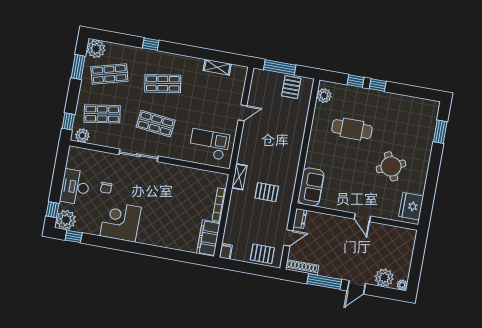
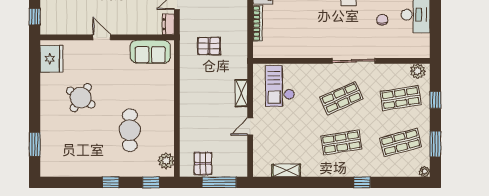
plant: (96, 49) -> (424, 171), width x0.53, depth x0.53
window: (355, 81) -> (151, 182), moved
window: (68, 121) -> (435, 100), moved
shop shelf: (156, 124) -> (341, 98), turned -30
cafe table: (352, 129) -> (130, 130), turned 90
checkout: (209, 144) -> (280, 86), turned 90
round table: (391, 166) -> (81, 98), turned -33
shelving: (239, 177) -> (241, 93), moved
sofa: (311, 187) -> (150, 52), moved, turned -90
window: (419, 247) -> (35, 17), added

